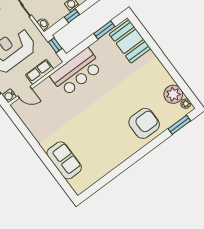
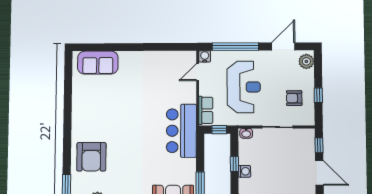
row of seats: (40, 72) -> (206, 110), moved
sofa: (64, 160) -> (98, 63), moved

